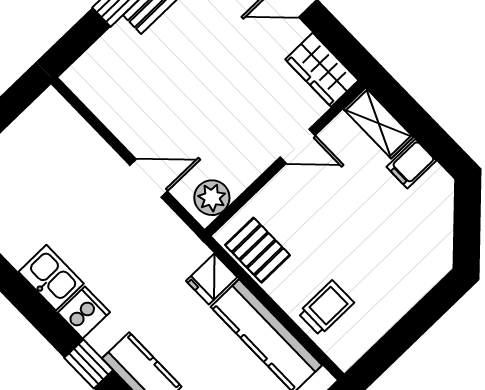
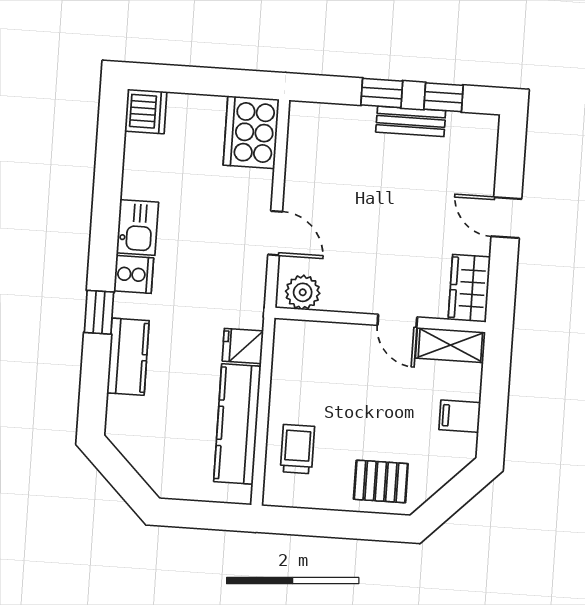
shelving: (378, 123) -> (450, 345), moved, turned 90
cooker: (57, 128) -> (251, 132), added
pallet: (258, 250) -> (381, 481), moved, turned 90
trolley: (326, 308) -> (297, 449), turned -90

